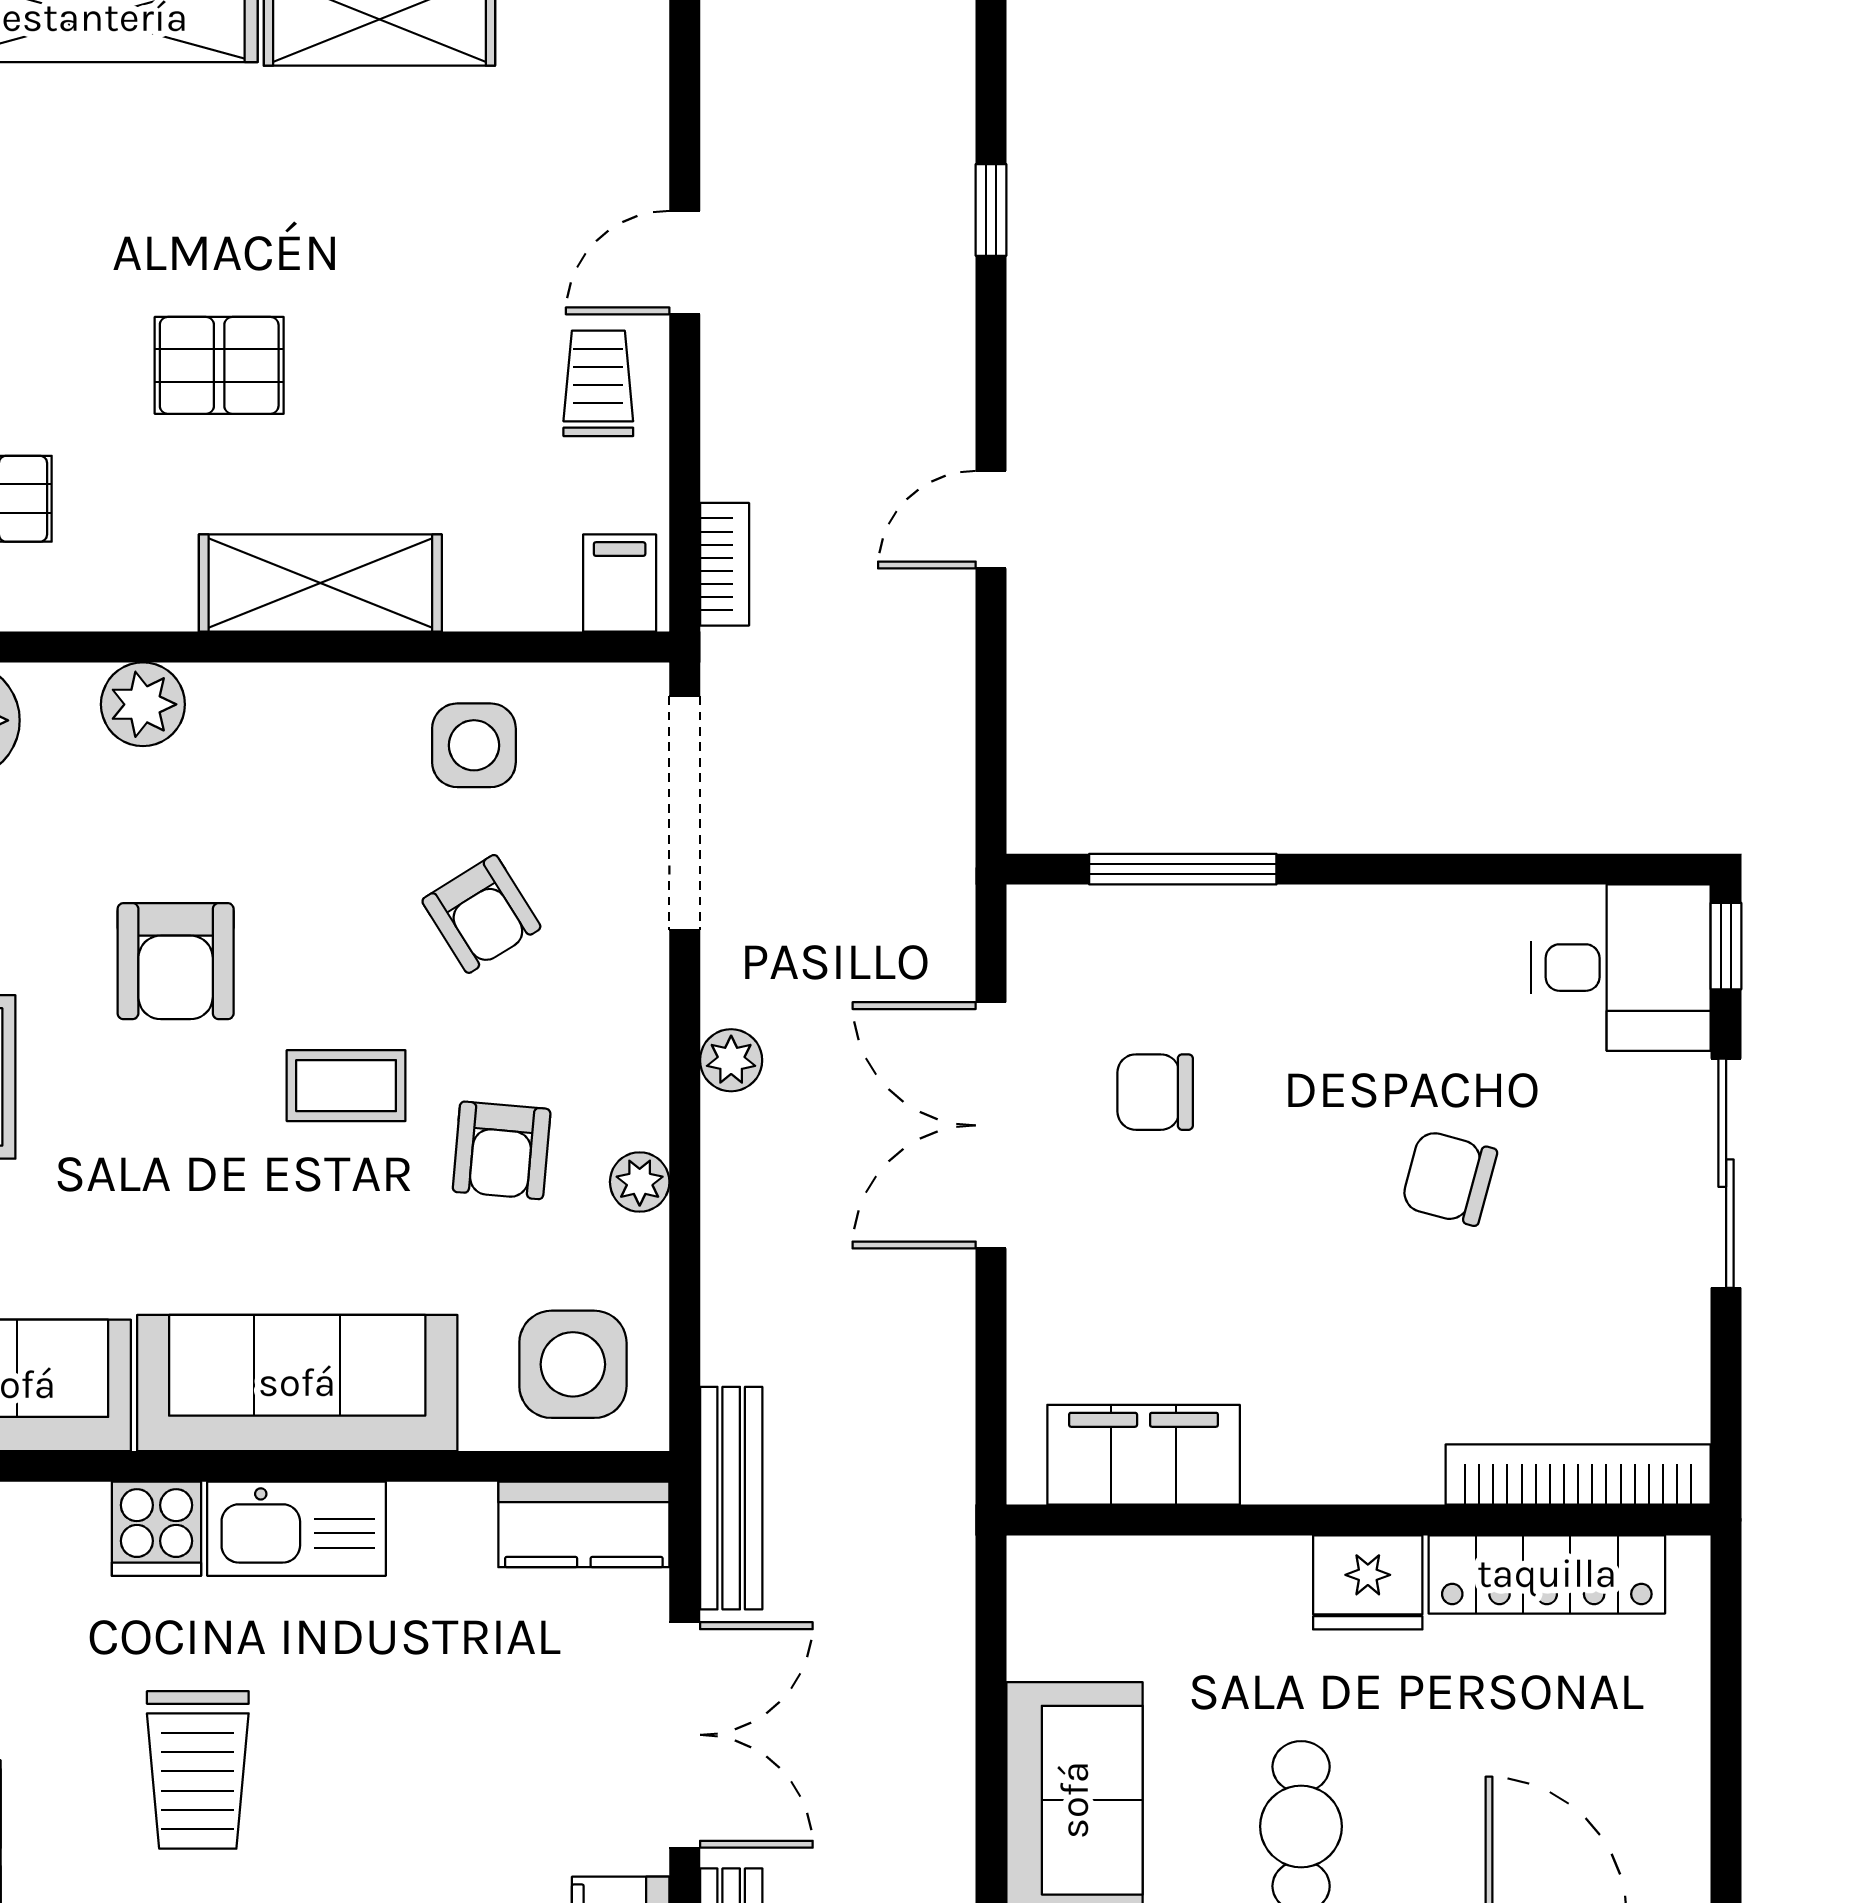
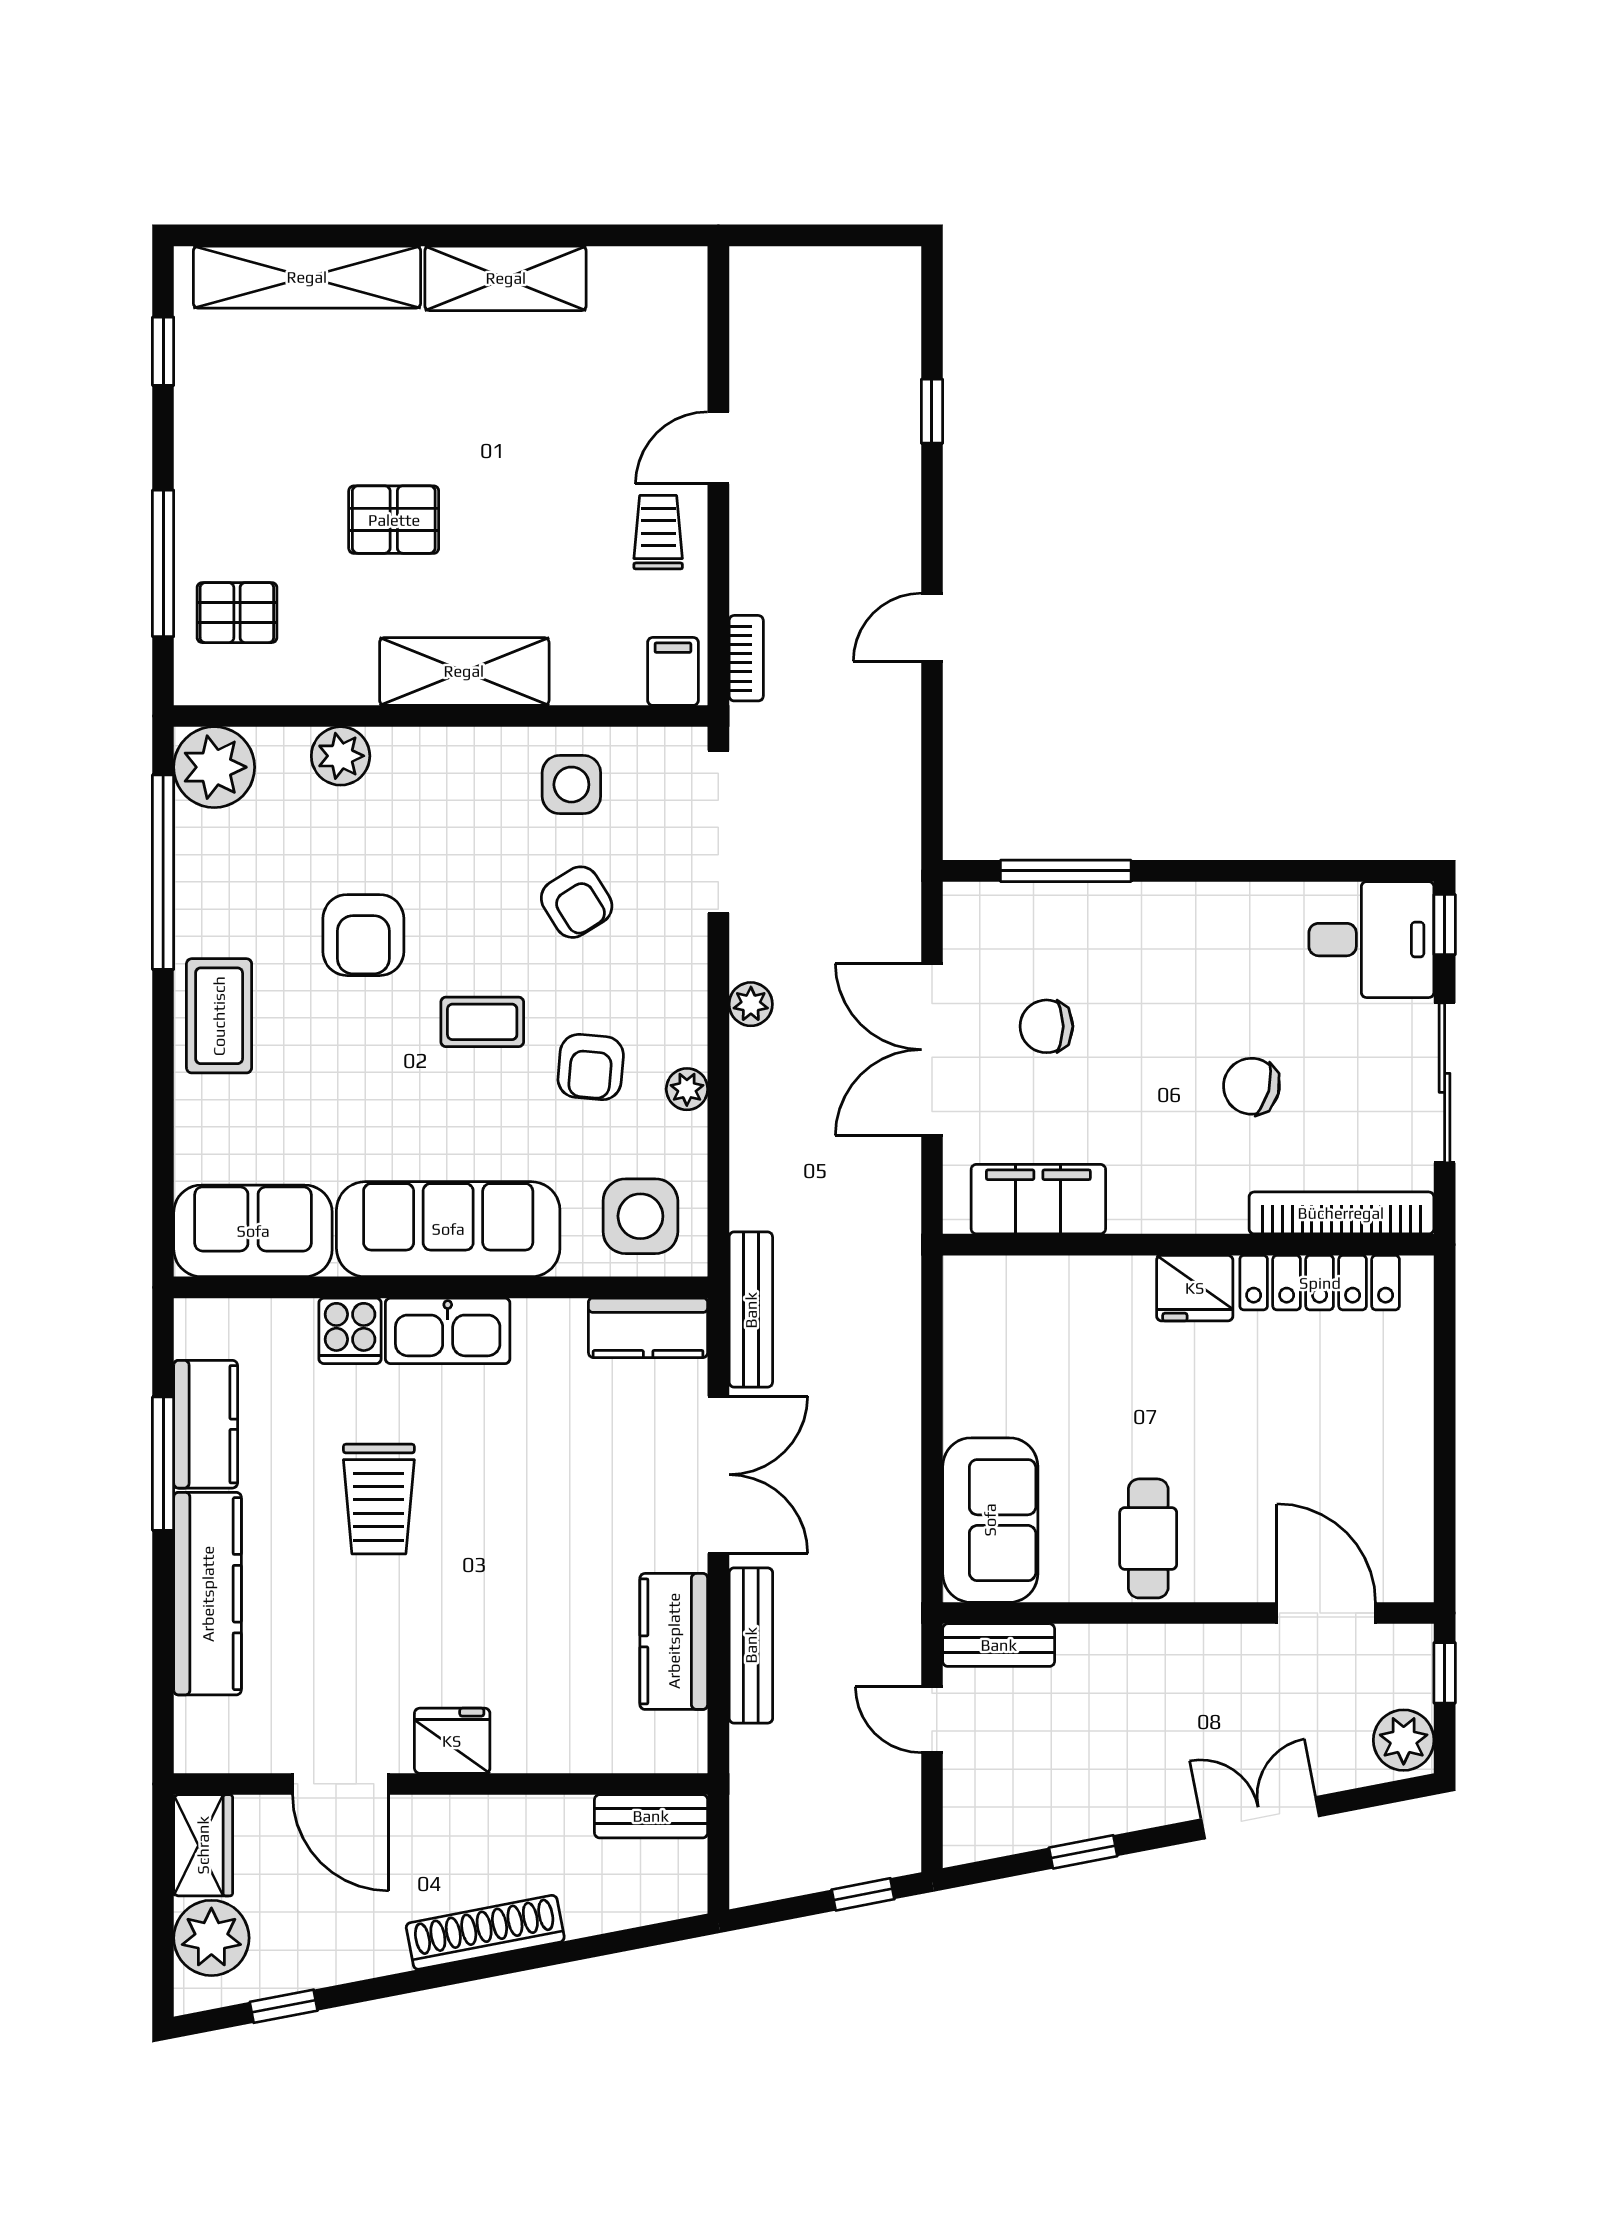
filing cabinet: (1144, 1455) -> (1038, 1199), moved
bookcase: (1578, 1475) -> (1341, 1213), moved
wall: (1359, 1520) -> (1188, 1245), moved
locker: (1547, 1574) -> (1320, 1283), moved
fridge: (1368, 1582) -> (1195, 1288), moved

